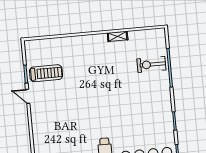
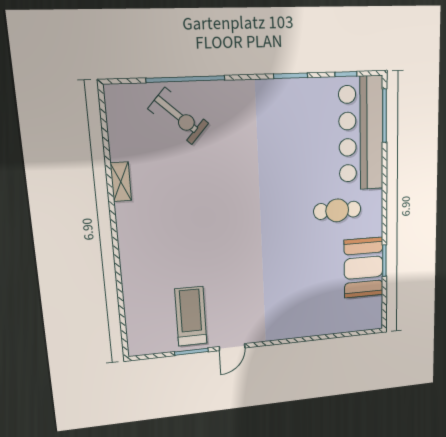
exercise bike: (151, 64) -> (178, 116), turned -48

